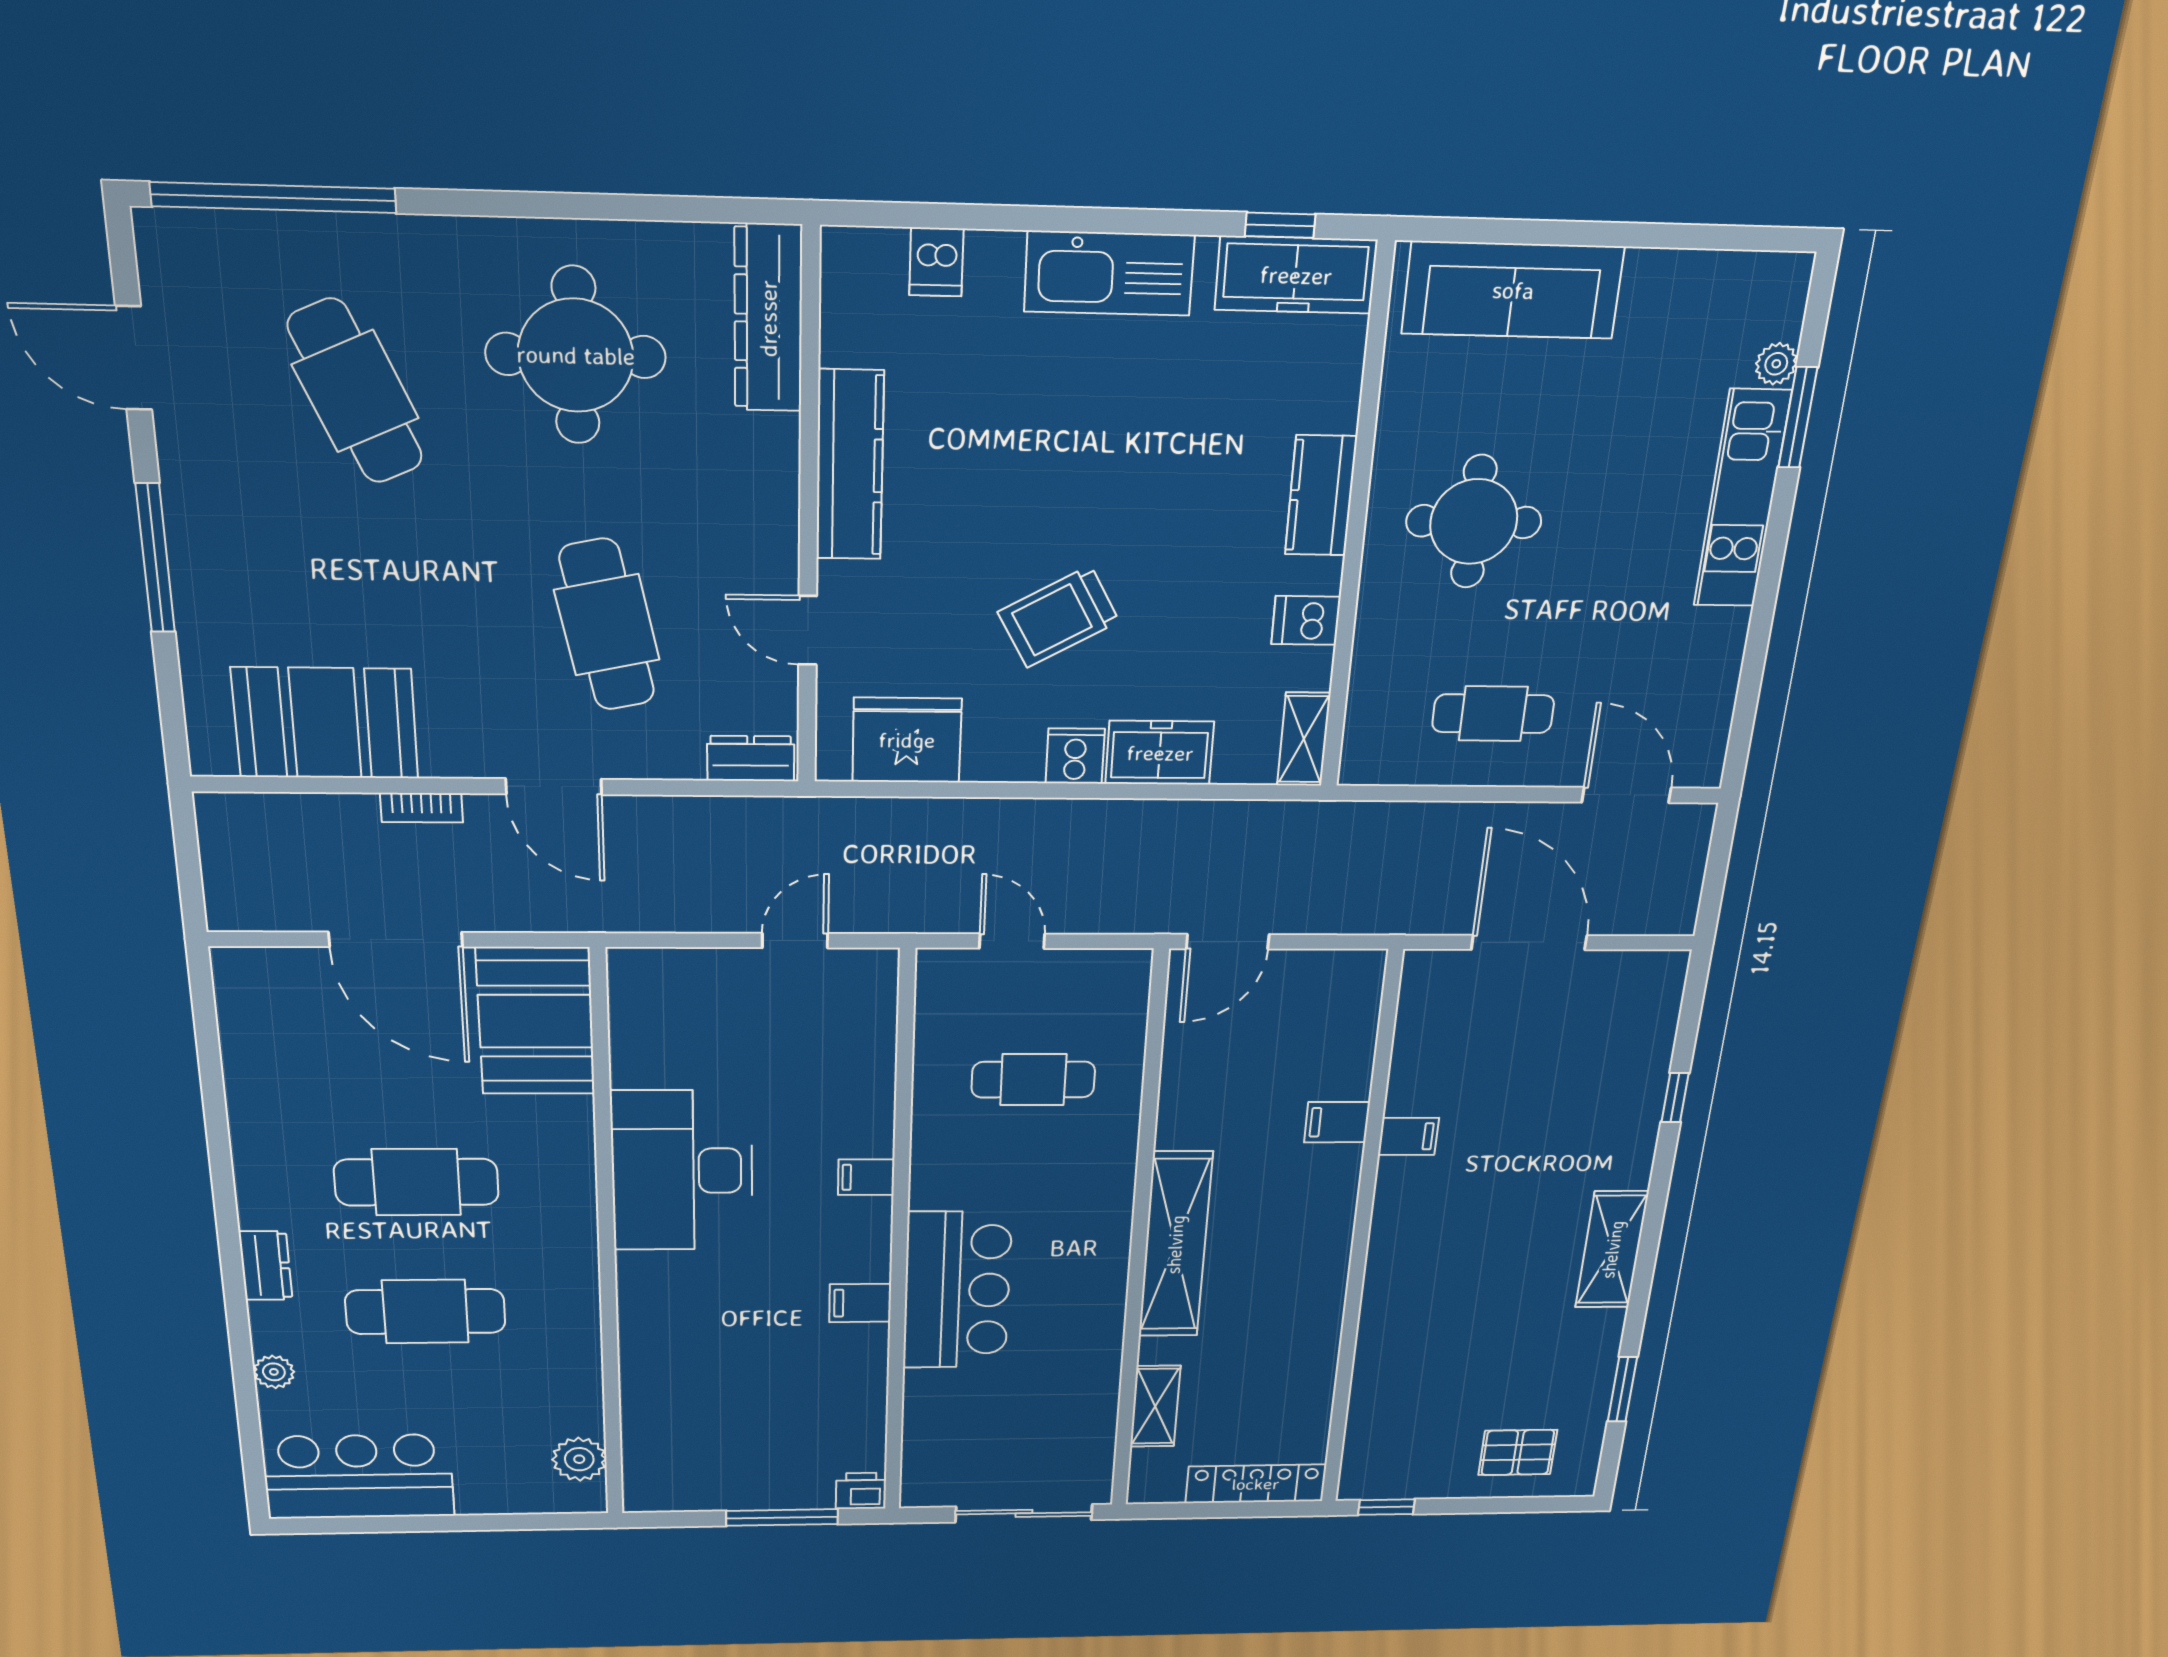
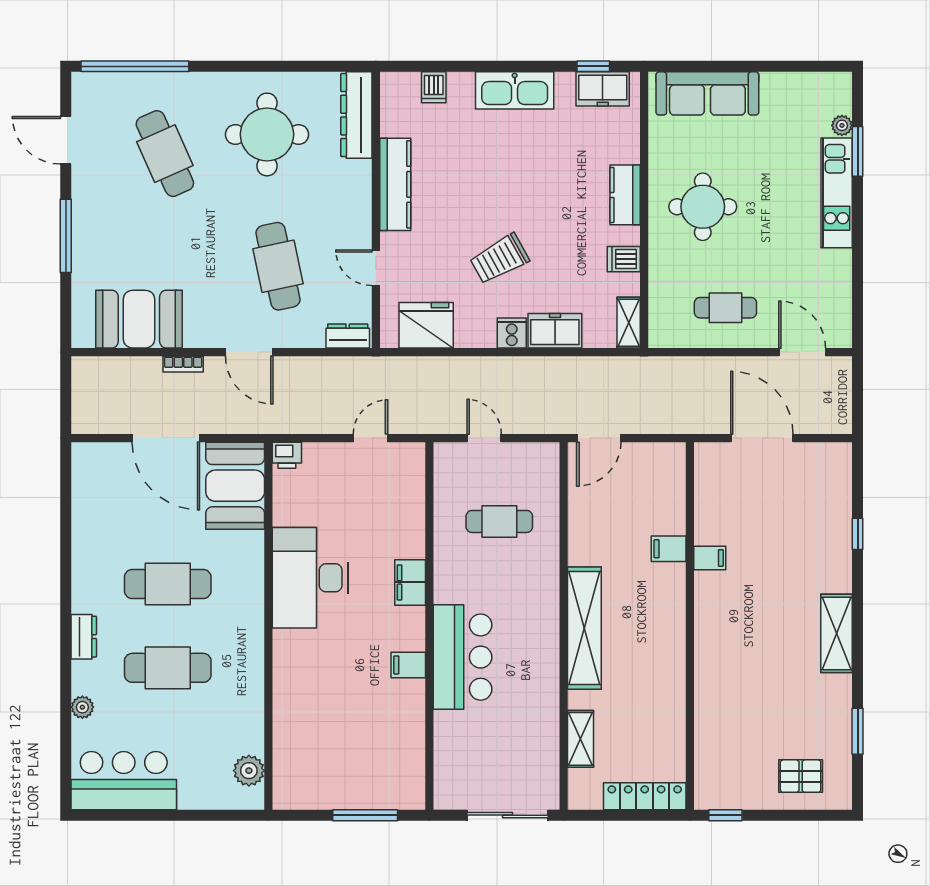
freezer: (1296, 275) -> (603, 89), width x0.71
filing cabinet: (866, 1177) -> (410, 582), width x2.00
printer: (861, 1491) -> (287, 455), moved, turned 180

